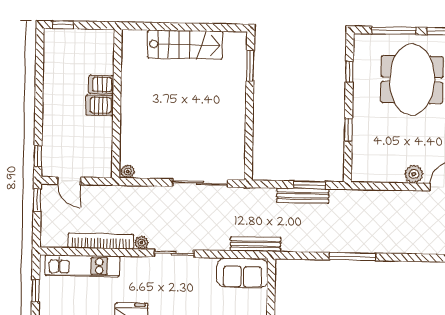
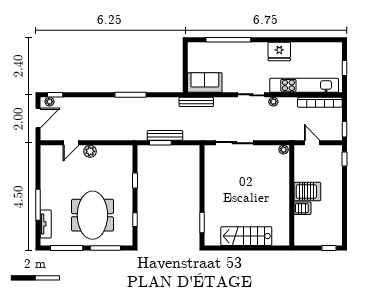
server rack: (100, 105) -> (307, 192), width x1.36, depth x1.44
door: (69, 181) -> (312, 143), moved
bookcase: (101, 241) -> (320, 102), moved
kitchen unit: (82, 266) -> (304, 85), width x1.36

